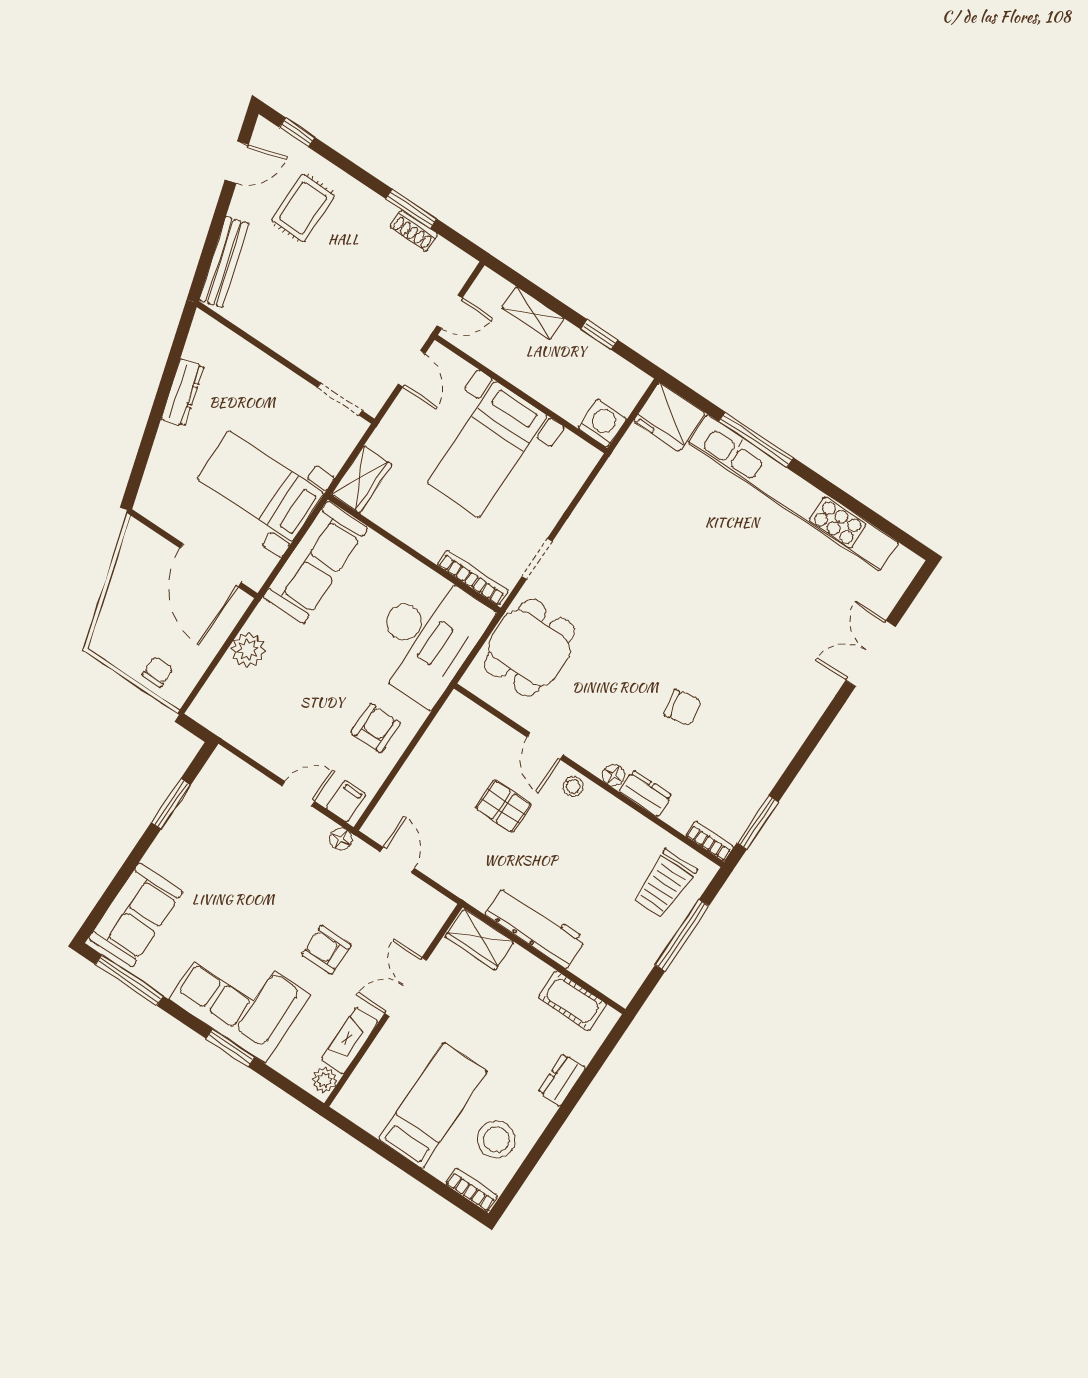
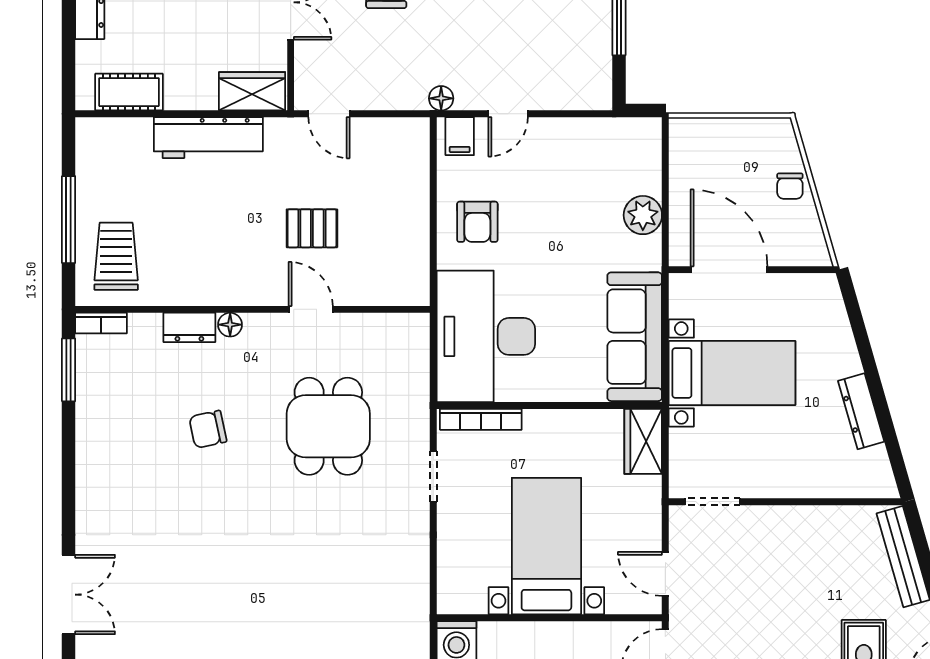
dining table: (529, 648) -> (328, 426), moved
chair: (158, 672) -> (790, 186), moved
stool: (573, 786) -> (260, 289), removed
door: (397, 860) -> (329, 114), moved

